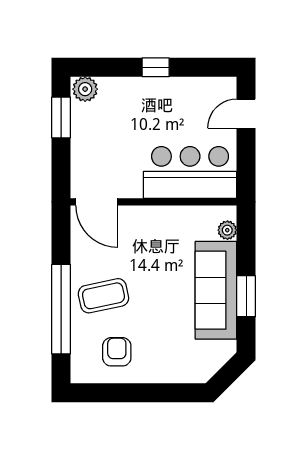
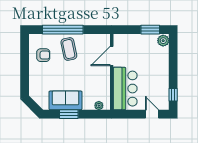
window: (156, 67) -> (173, 95), moved
door: (97, 202) -> (112, 56), moved
sofa: (216, 290) -> (65, 100), width x0.73

